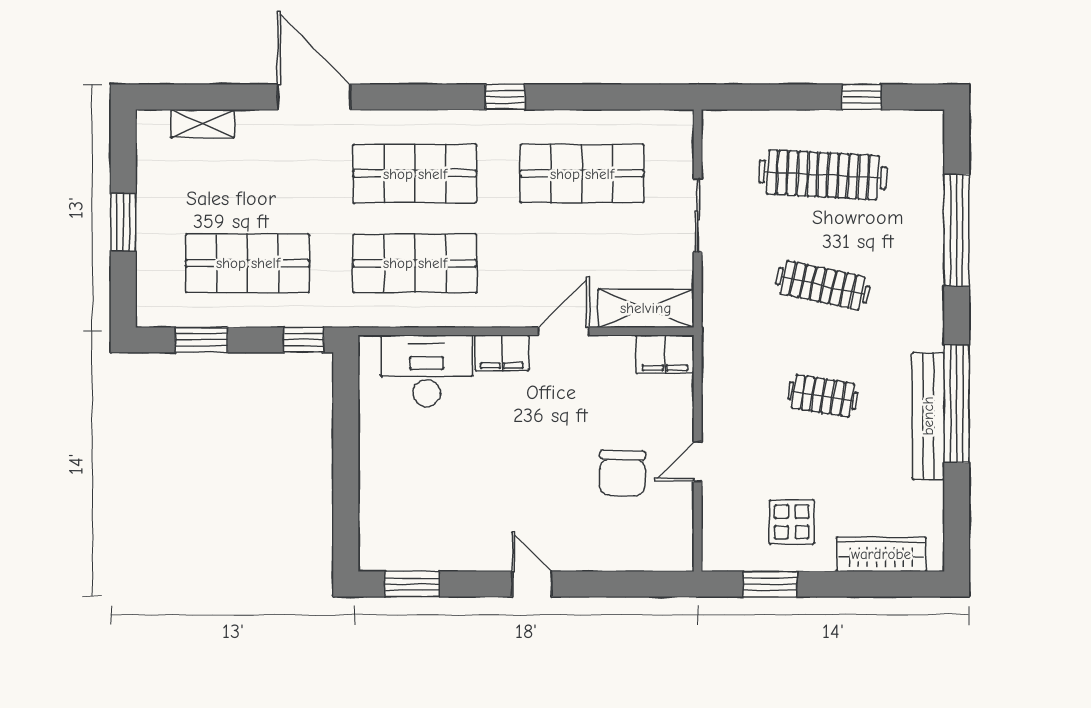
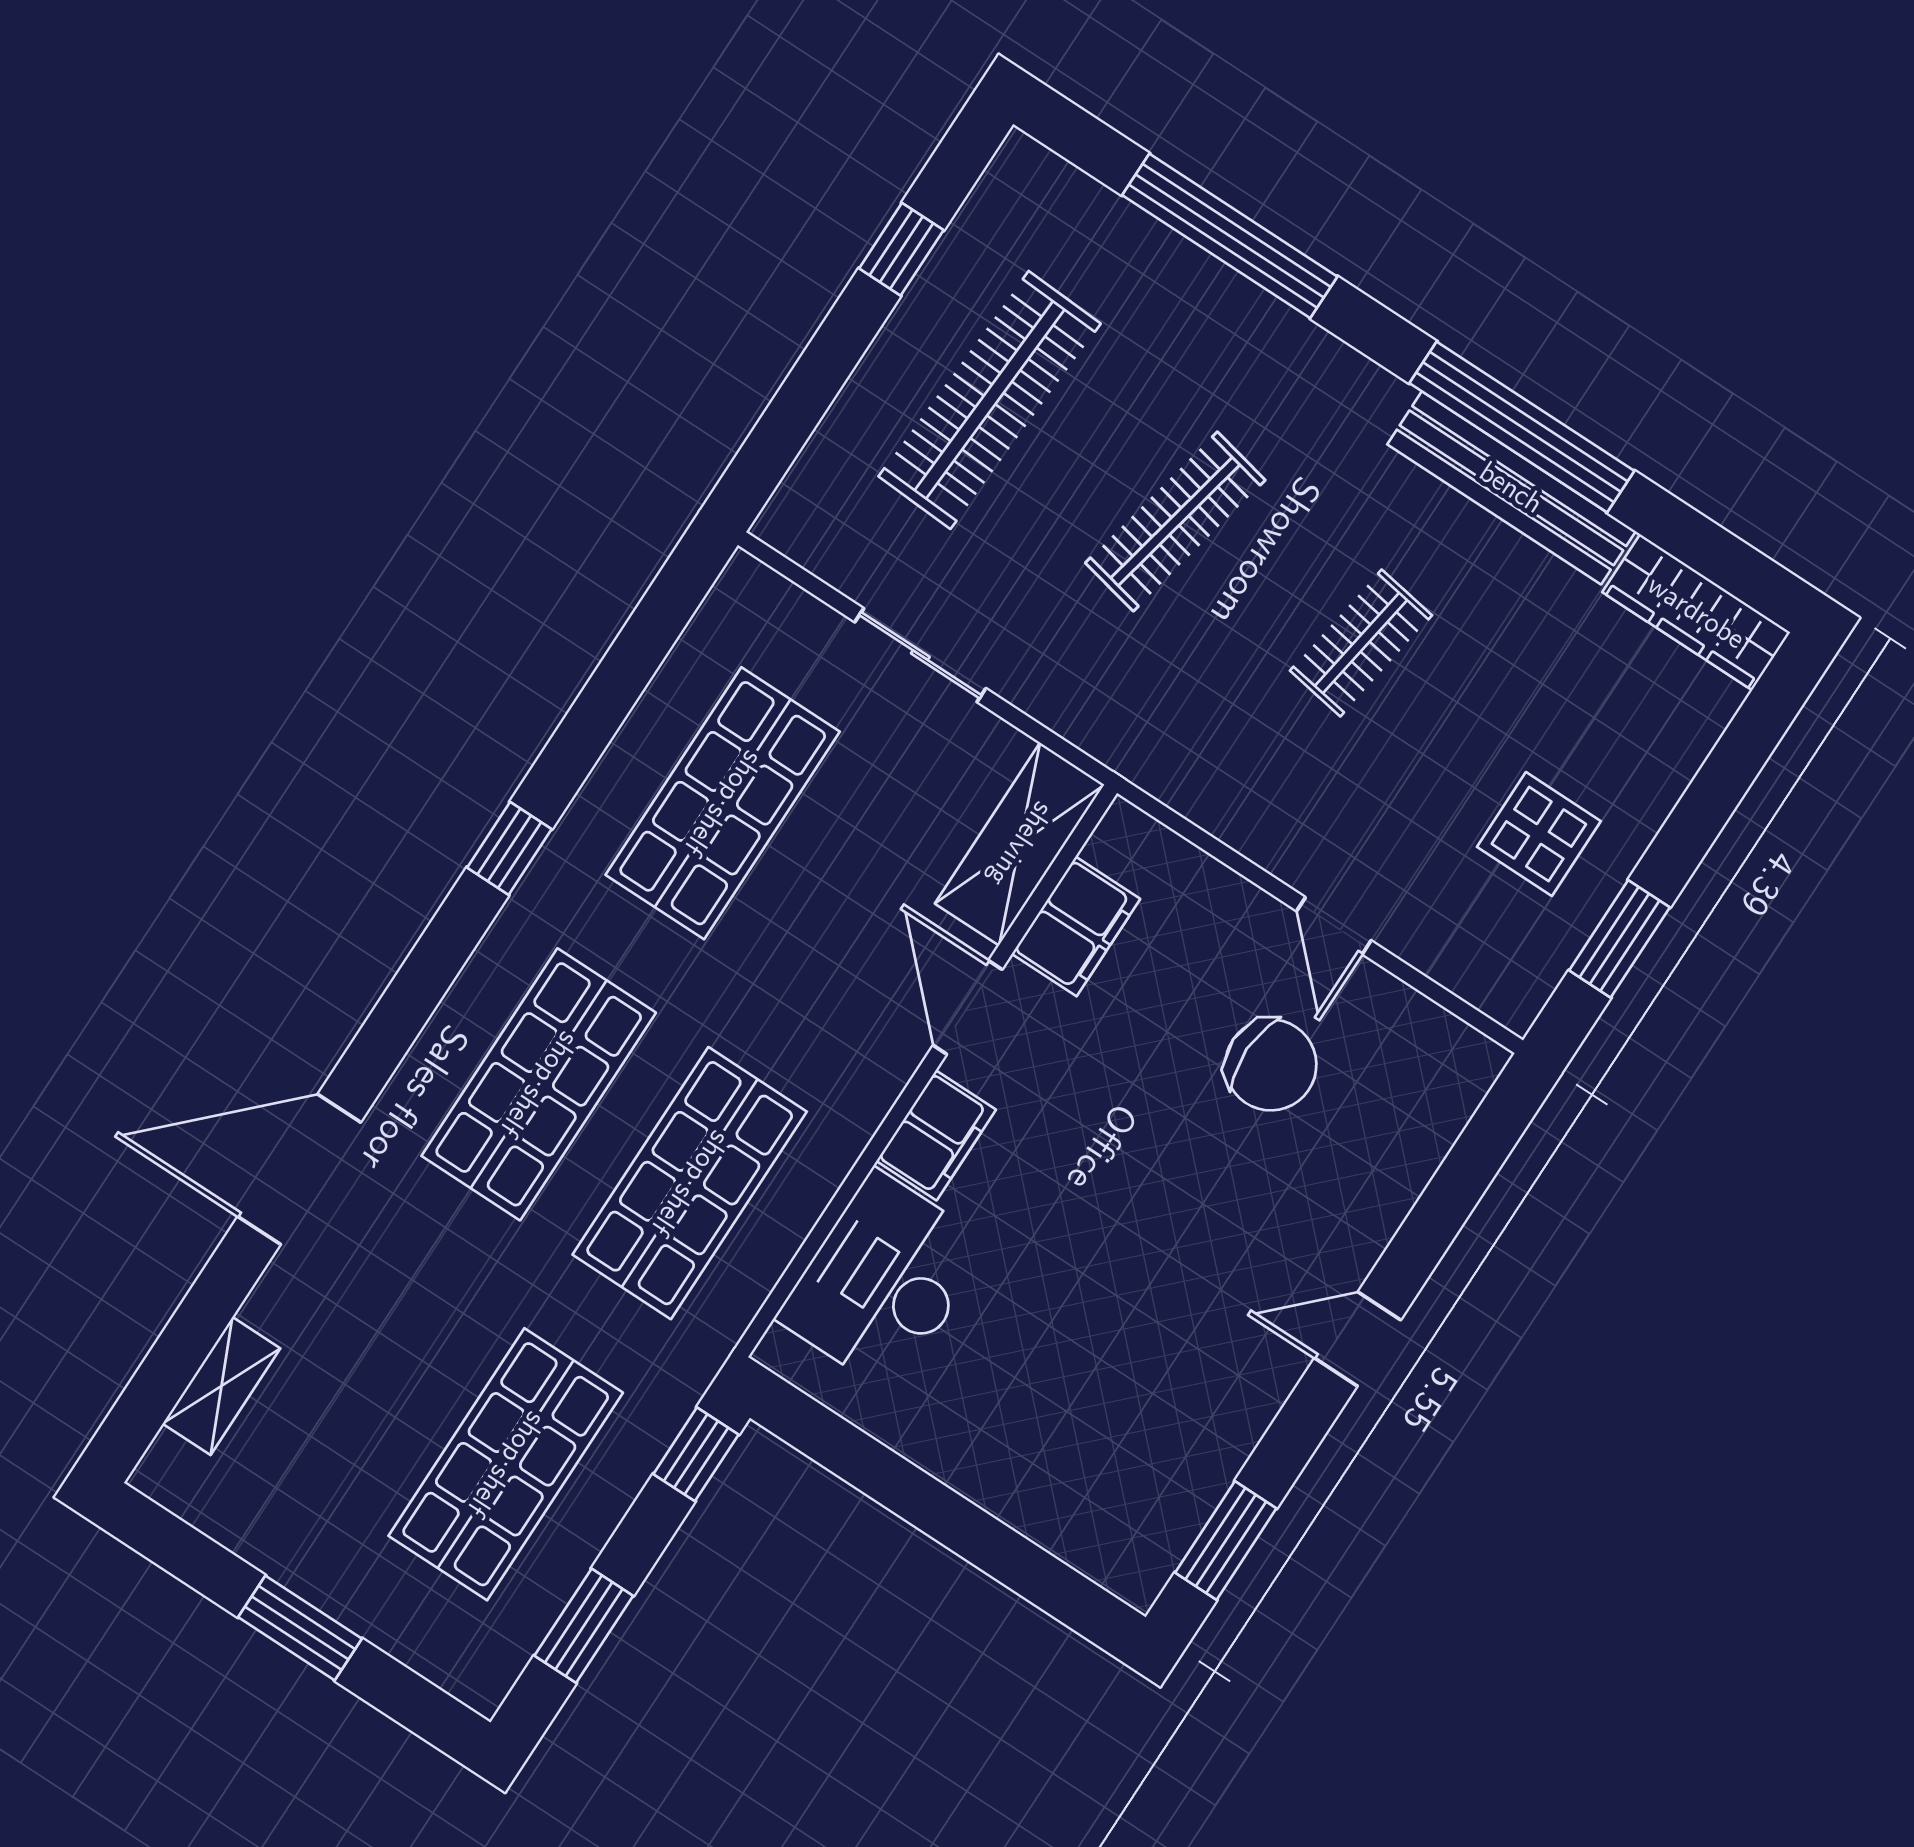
filing cabinet: (665, 354) -> (1076, 926), moved
wardrobe: (881, 554) -> (1696, 612), moved, turned -90

